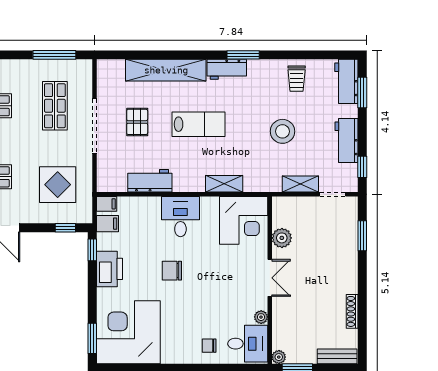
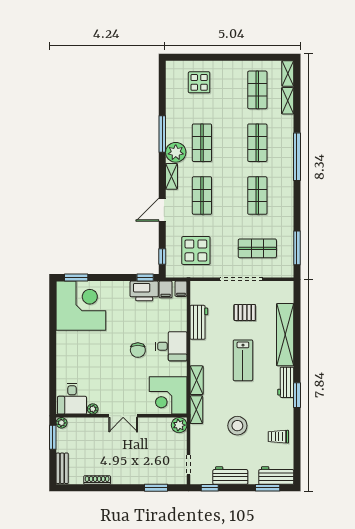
shelving: (300, 184) -> (196, 410), moved
plant: (282, 238) -> (179, 425), moved
printer: (109, 269) -> (144, 291), moved
chair: (172, 271) -> (138, 350), moved, turned 180
chair: (209, 346) -> (70, 369), removed

